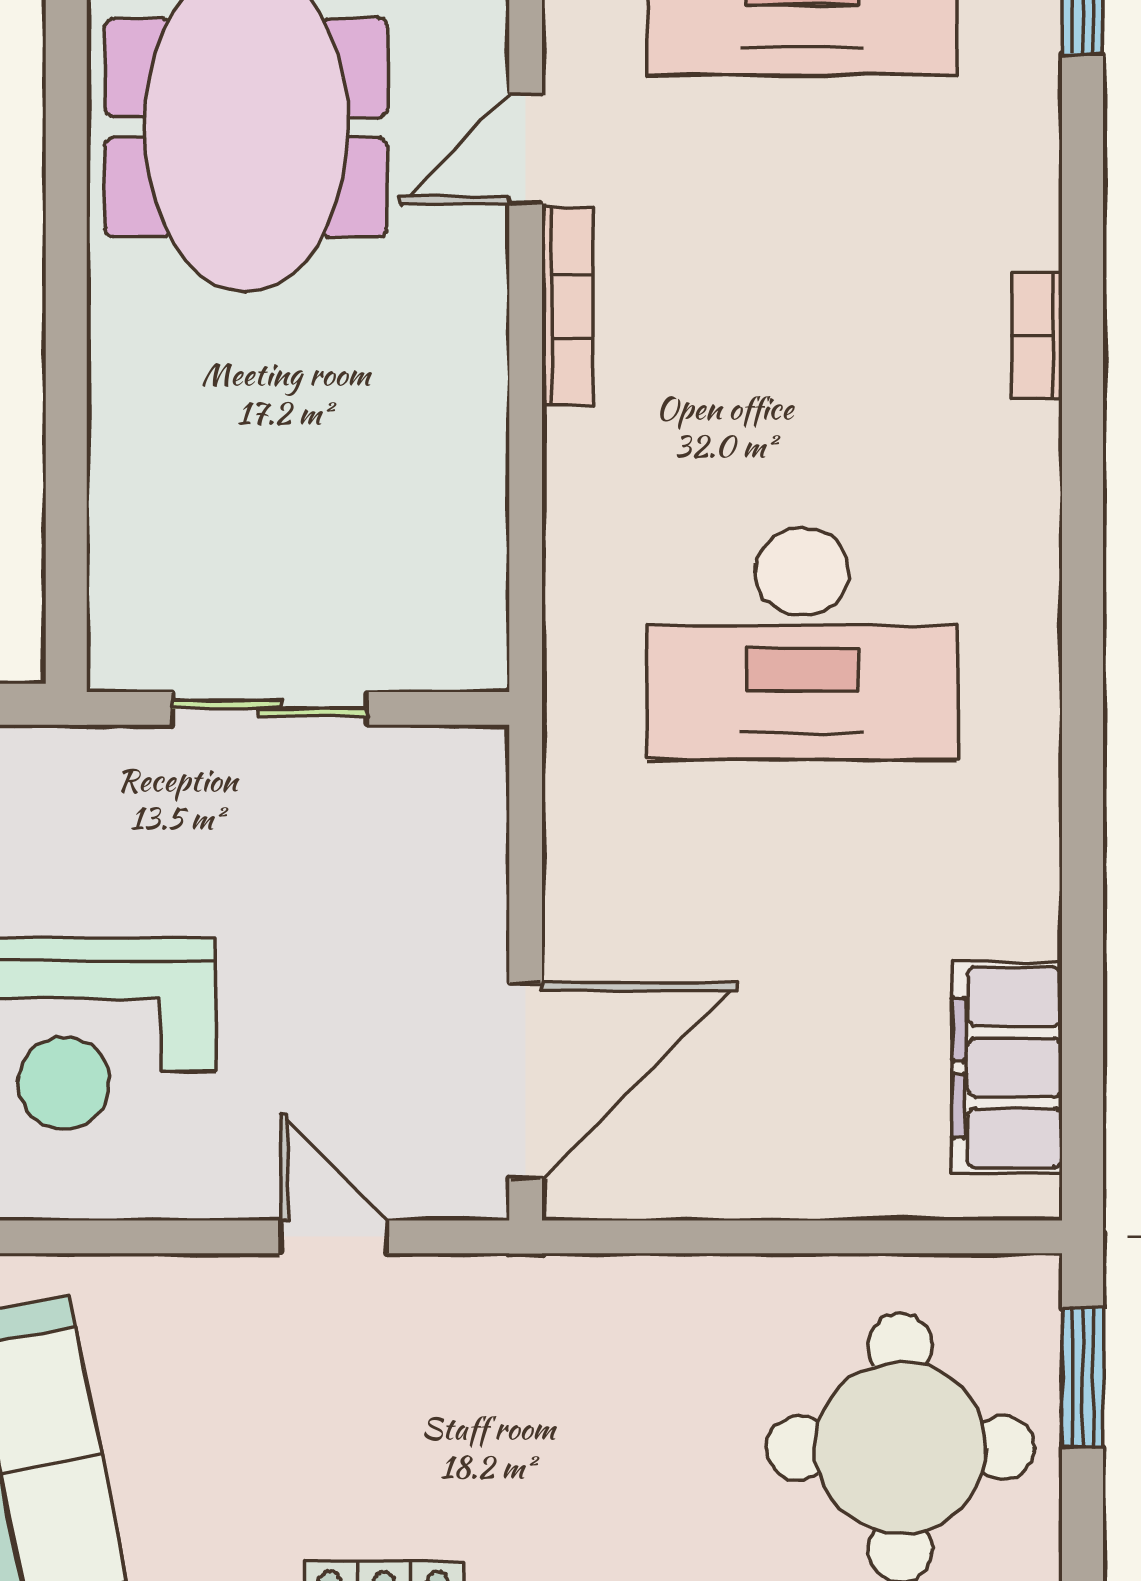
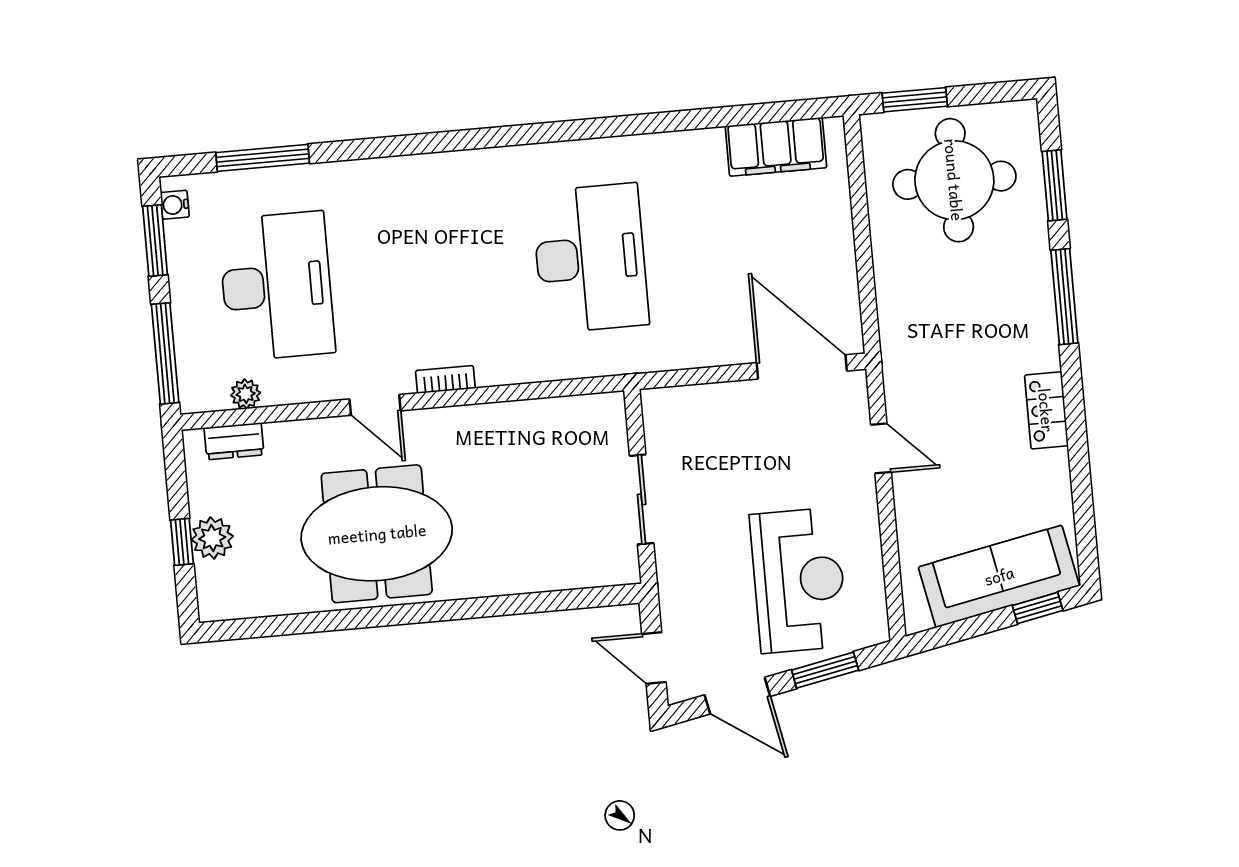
bookcase: (567, 306) -> (445, 379), width x0.64
bookcase: (1037, 336) -> (440, 163), removed
door: (334, 1237) -> (881, 448), swing flipped

